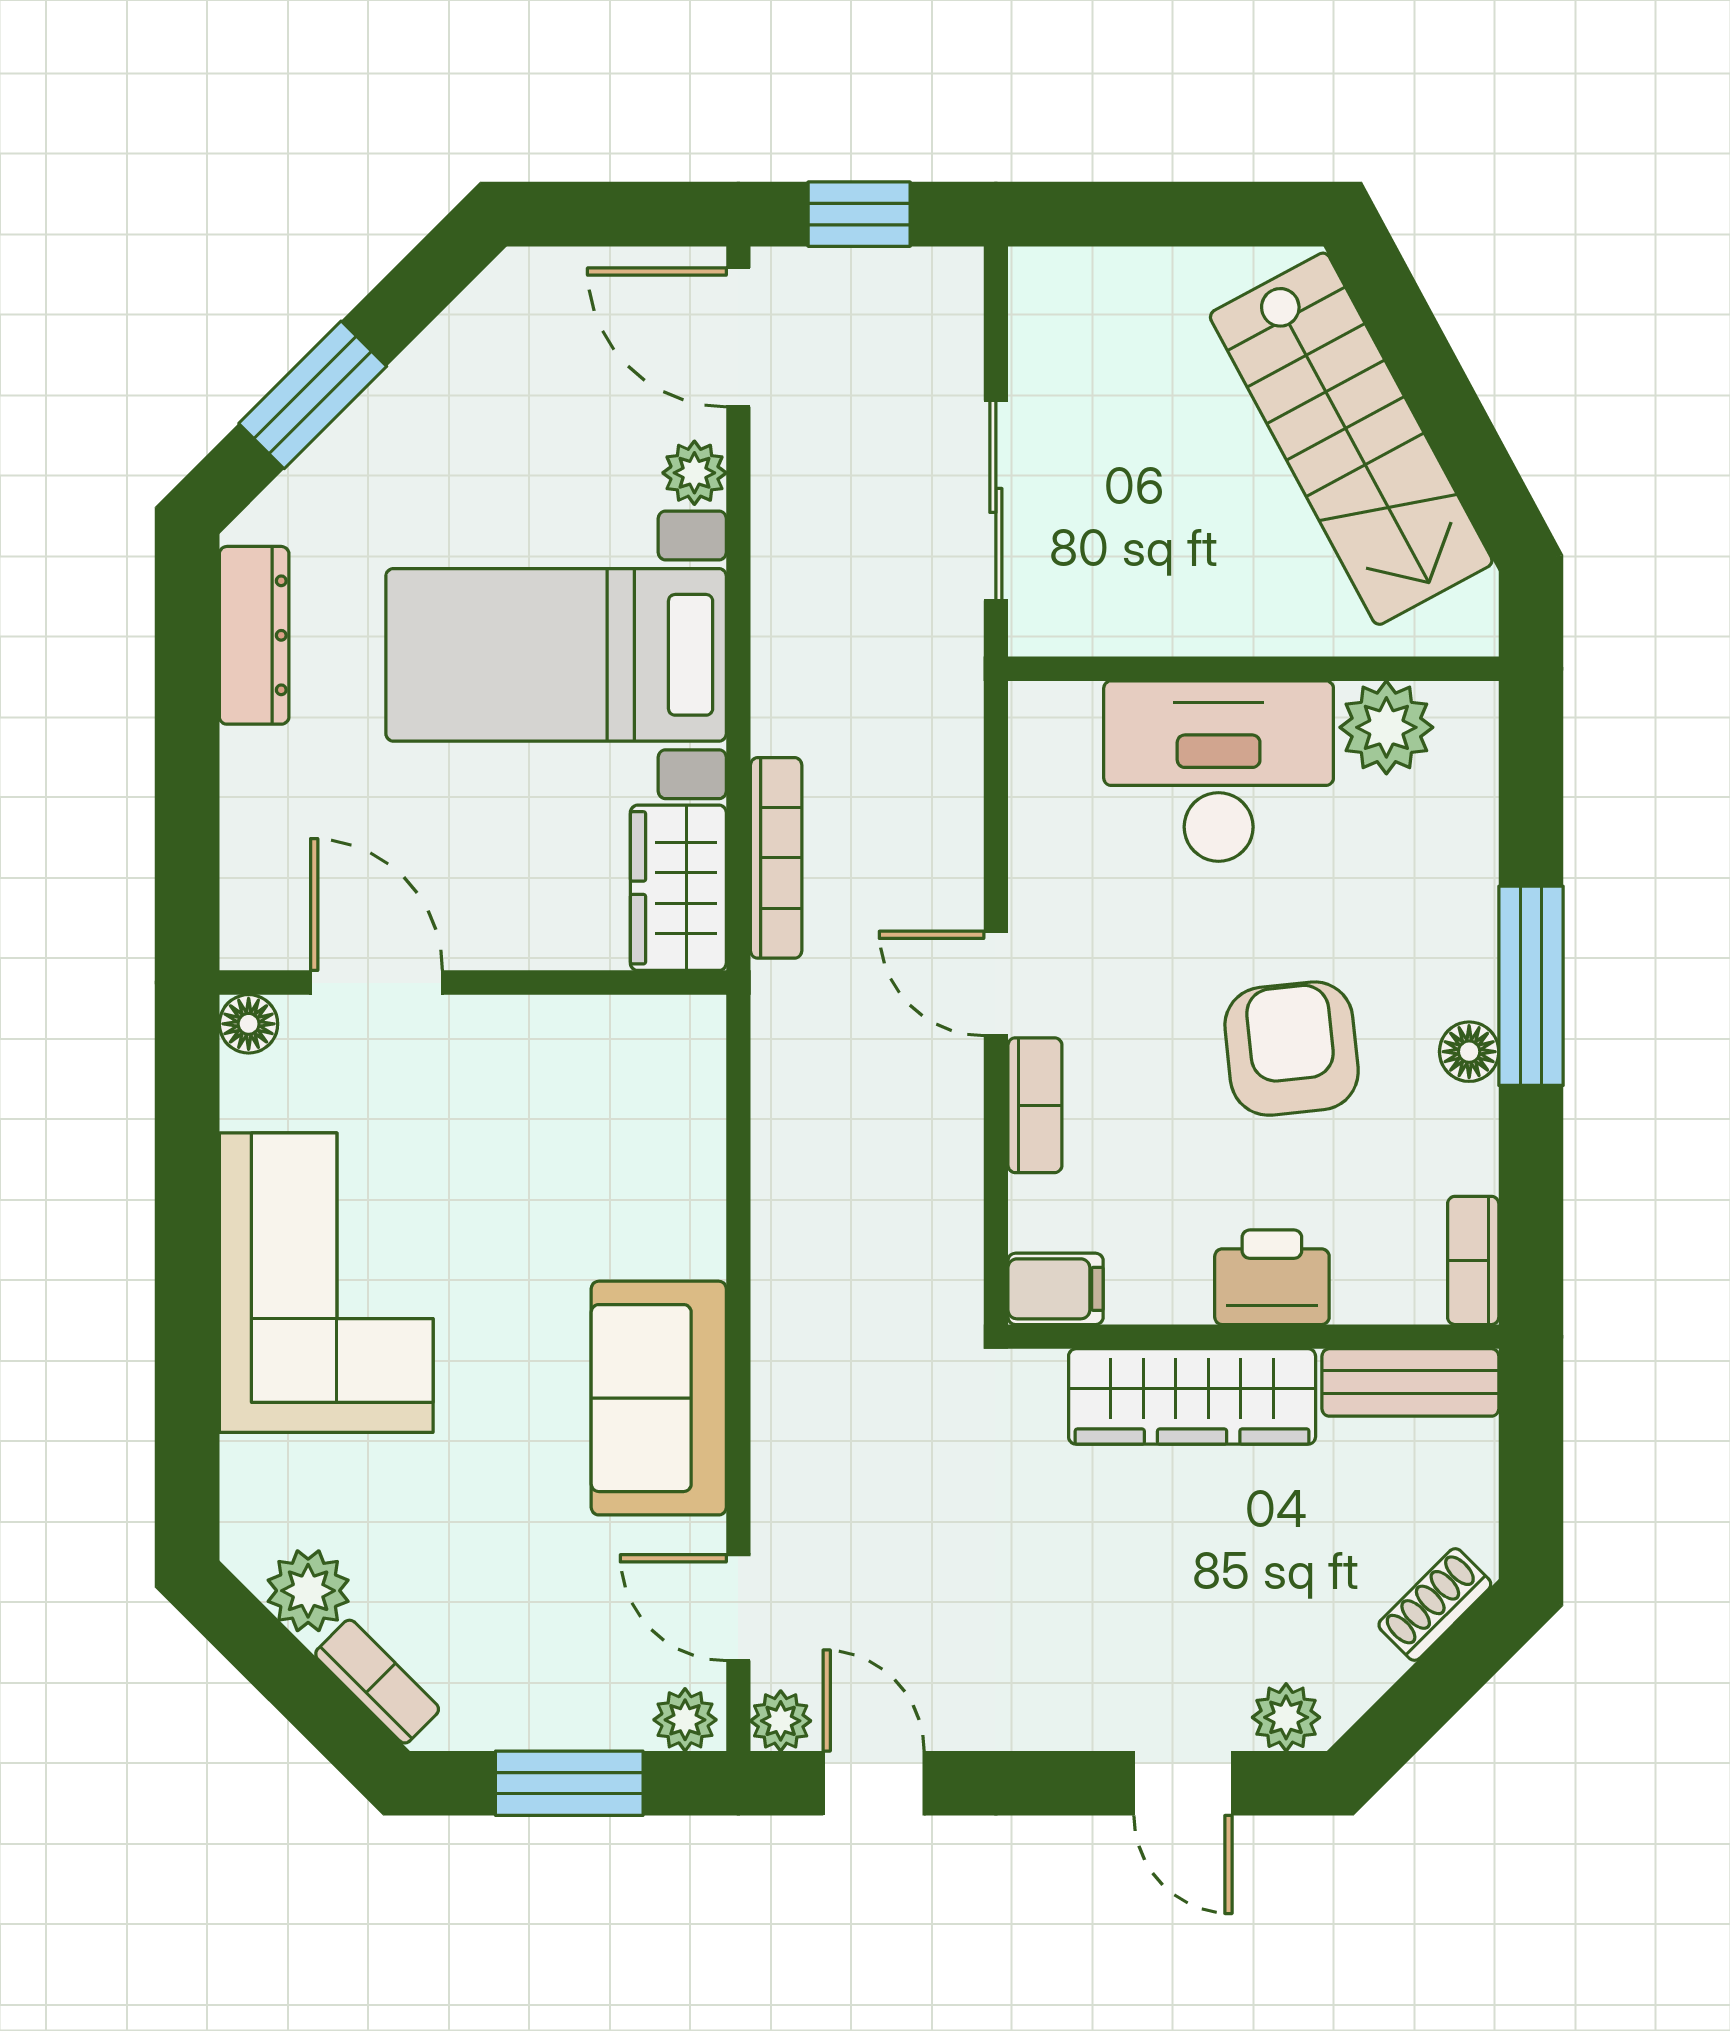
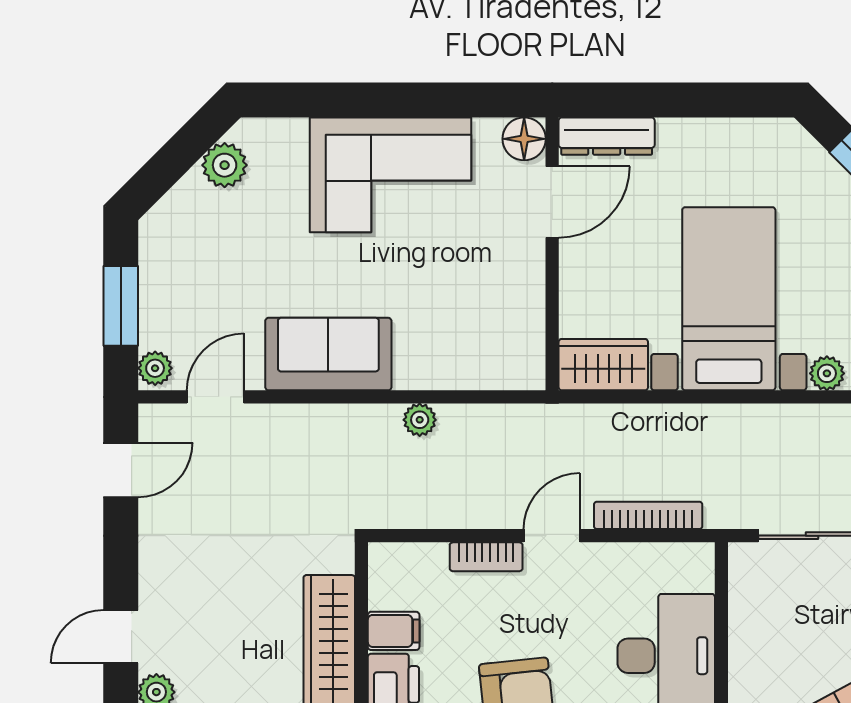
dresser: (254, 635) -> (607, 136), moved
bookcase: (776, 858) -> (648, 515), moved, turned 180
floor lamp: (249, 1024) -> (524, 139), width x1.37, depth x1.37
filing cabinet: (1056, 1289) -> (394, 631), moved, turned -90
bookcase: (377, 1682) -> (176, 202), removed
plant: (781, 1721) -> (420, 420), moved

